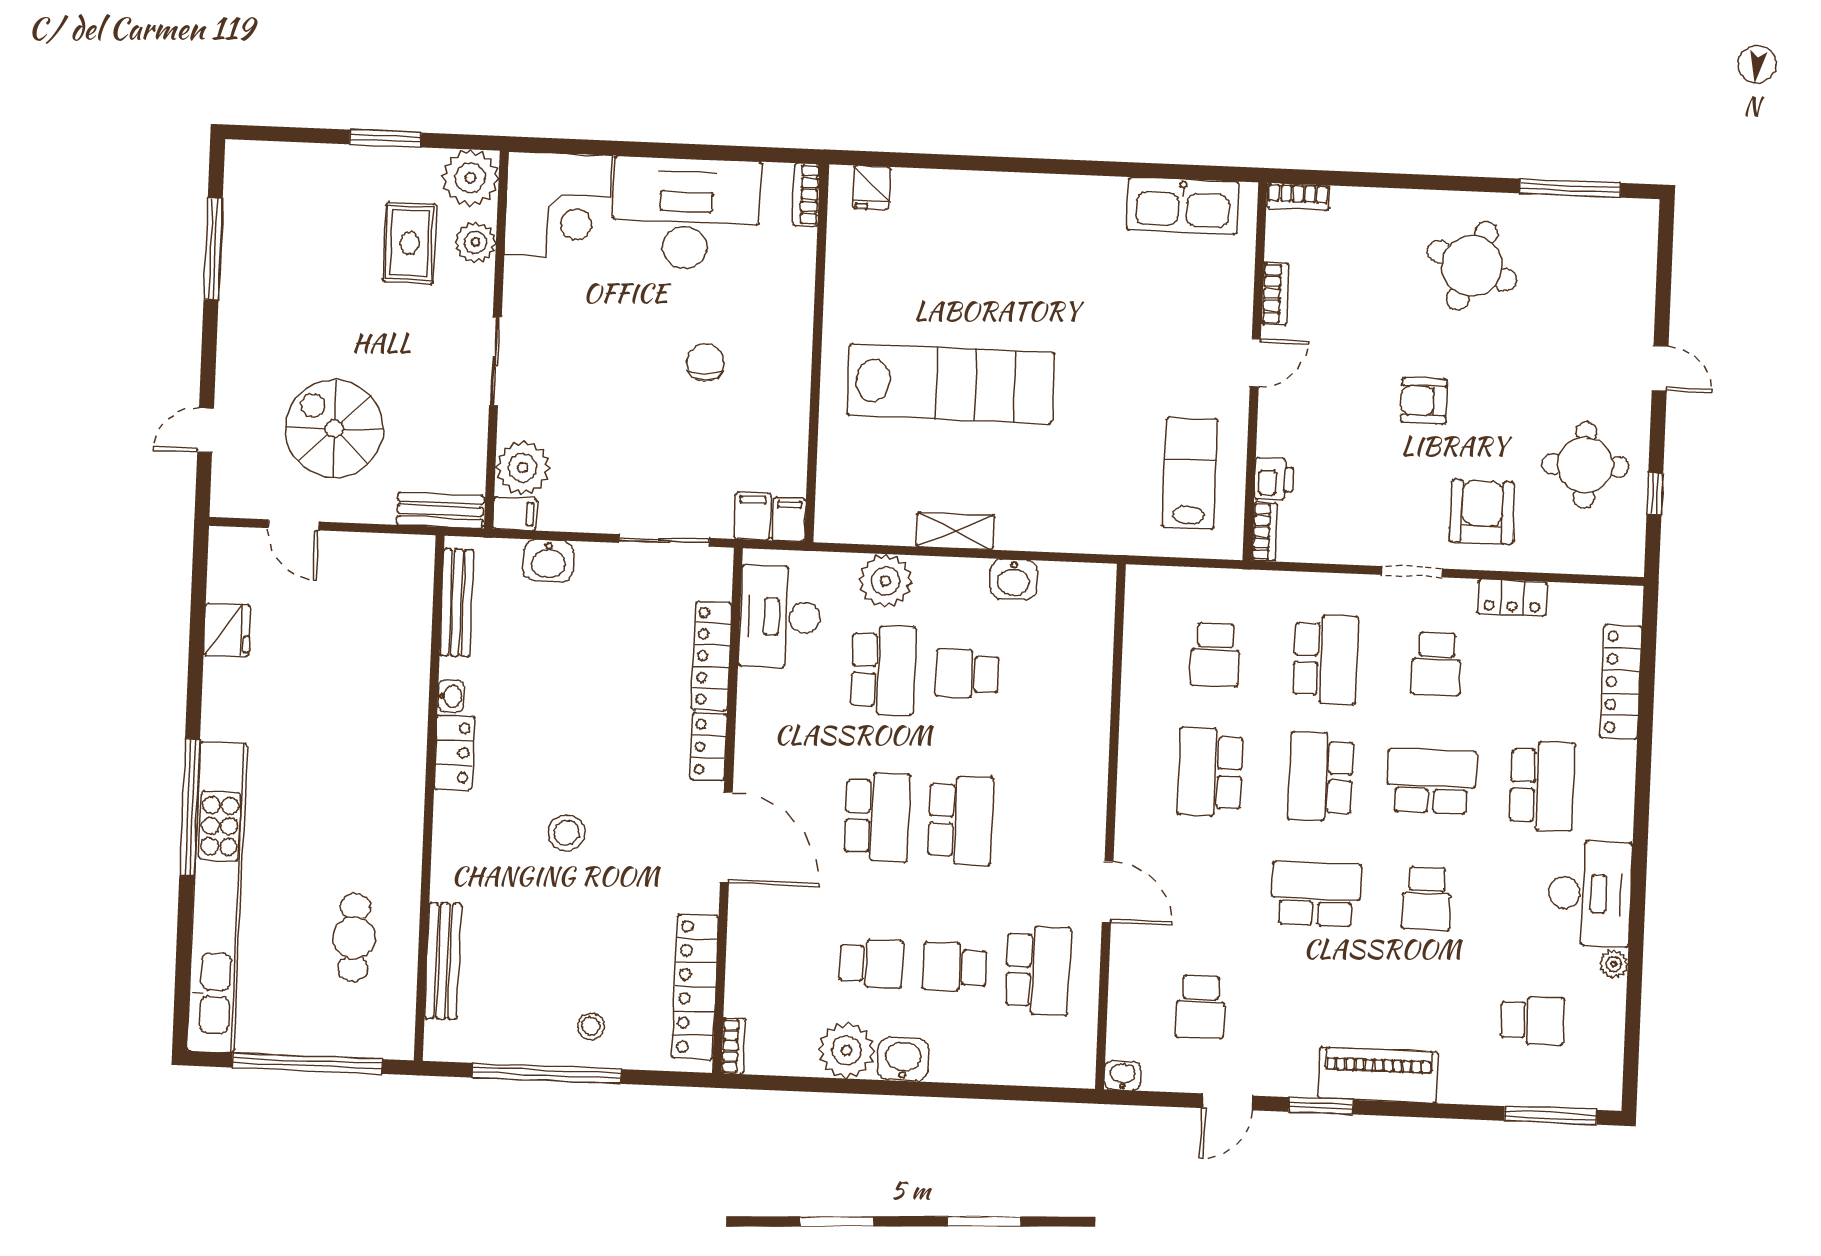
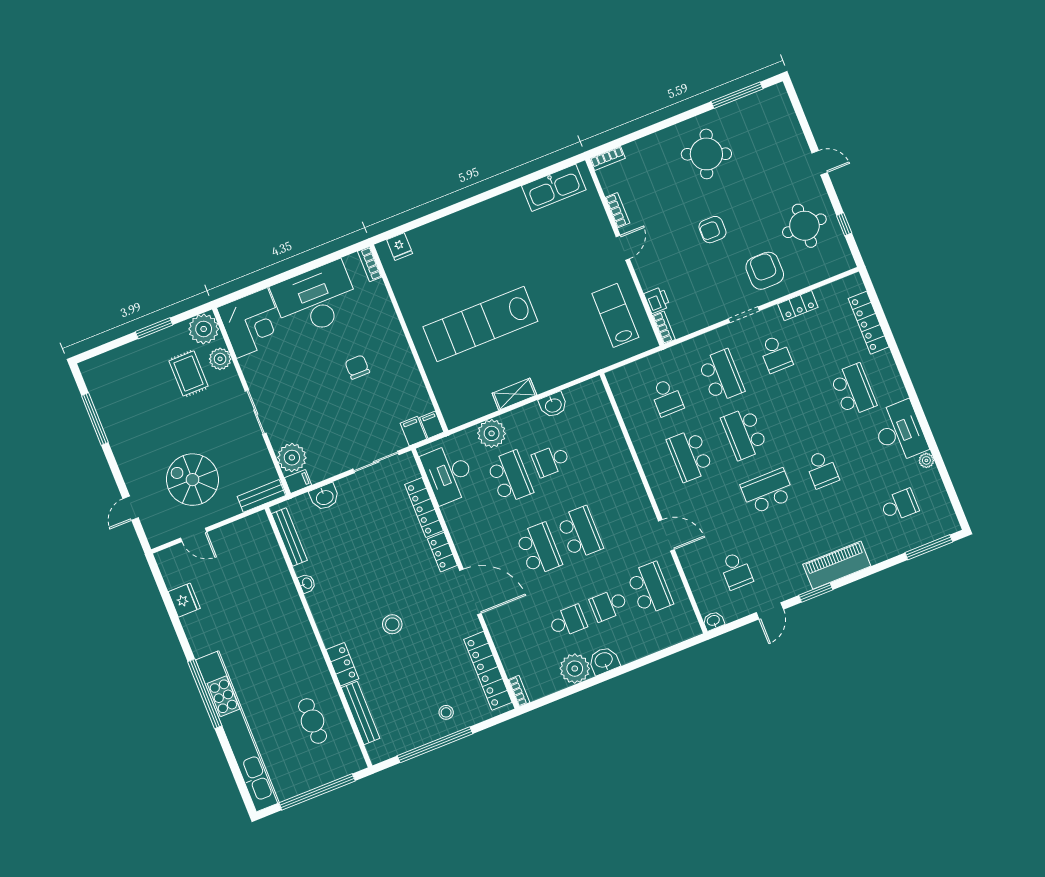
lab bench: (951, 384) -> (480, 324), turned 180
locker: (454, 753) -> (342, 664), moved
school desk: (1432, 781) -> (799, 412), removed

